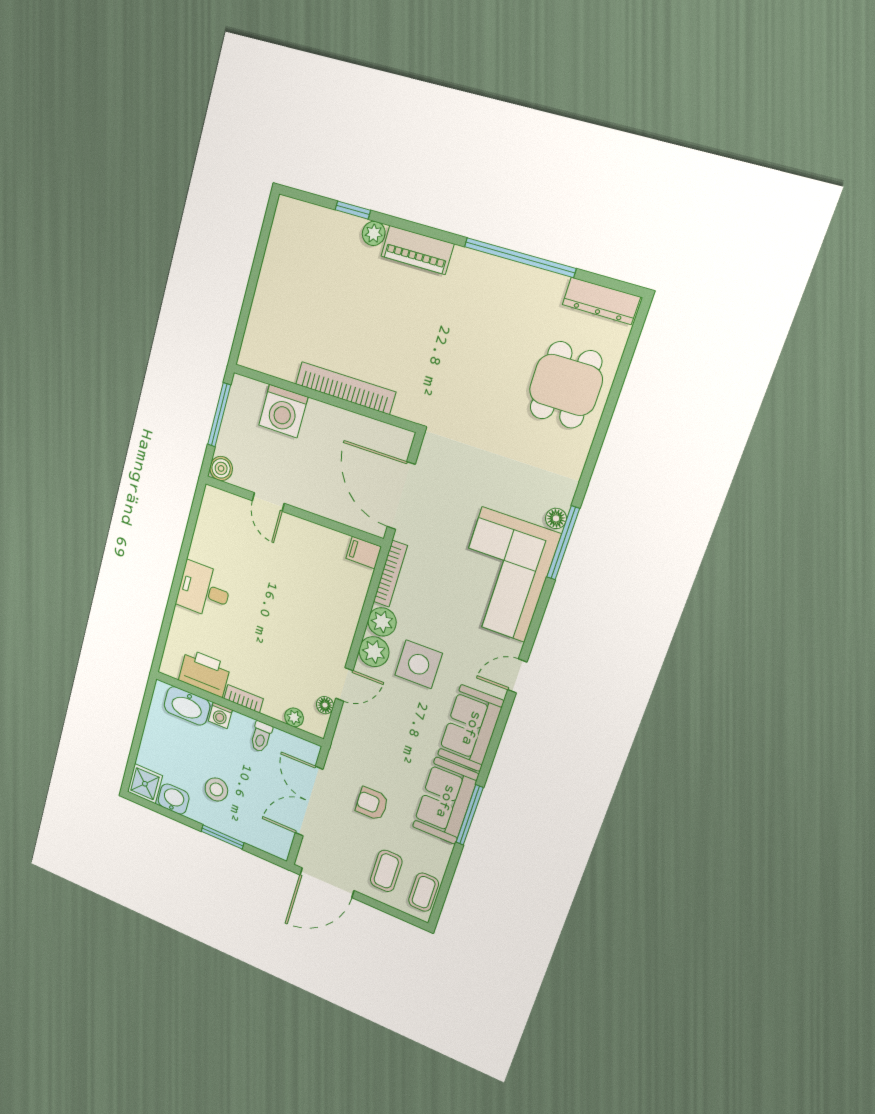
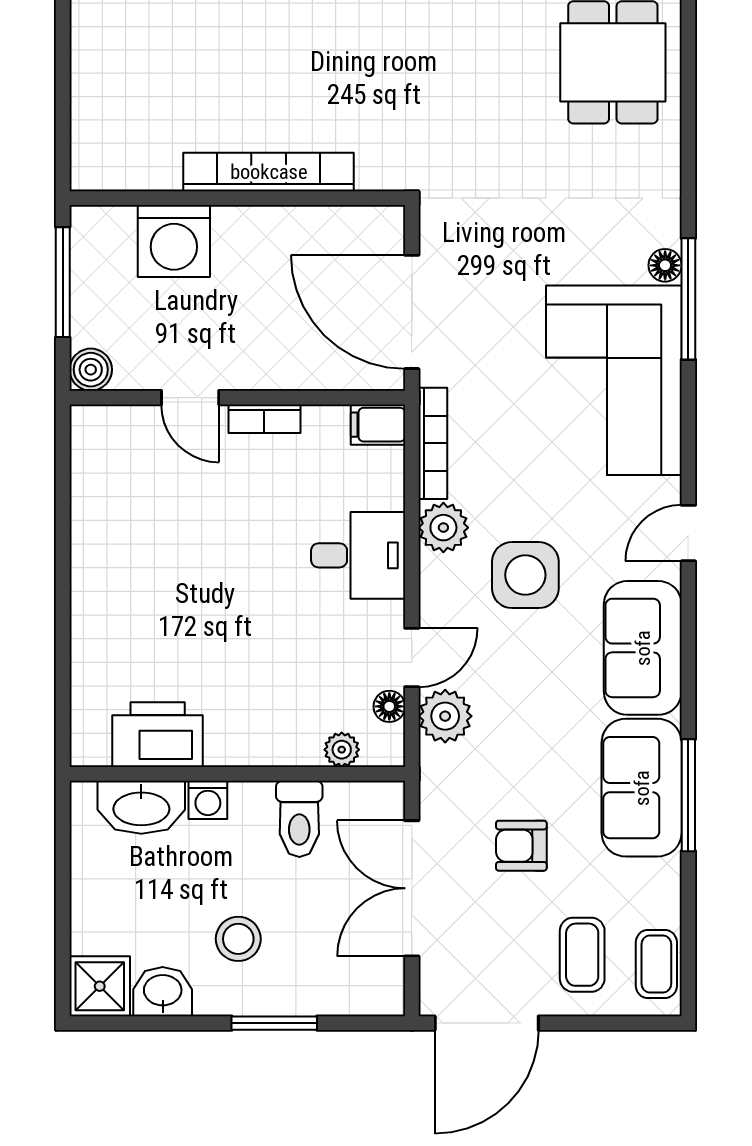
desk: (204, 590) -> (358, 555), moved, turned 180
plant: (374, 652) -> (445, 716), moved
bookcase: (244, 699) -> (264, 419), moved, turned 180
toilet: (261, 737) -> (299, 819), width x1.37, depth x1.39

